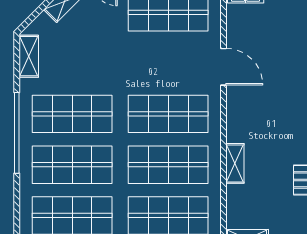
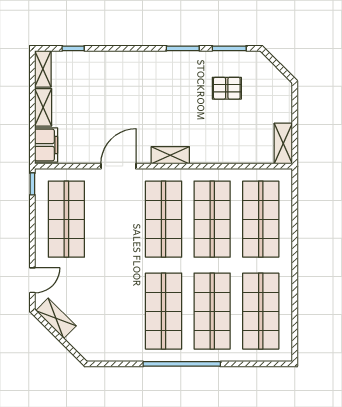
shelving: (29, 56) -> (108, 353), removed
shelving: (235, 163) -> (170, 155), moved

